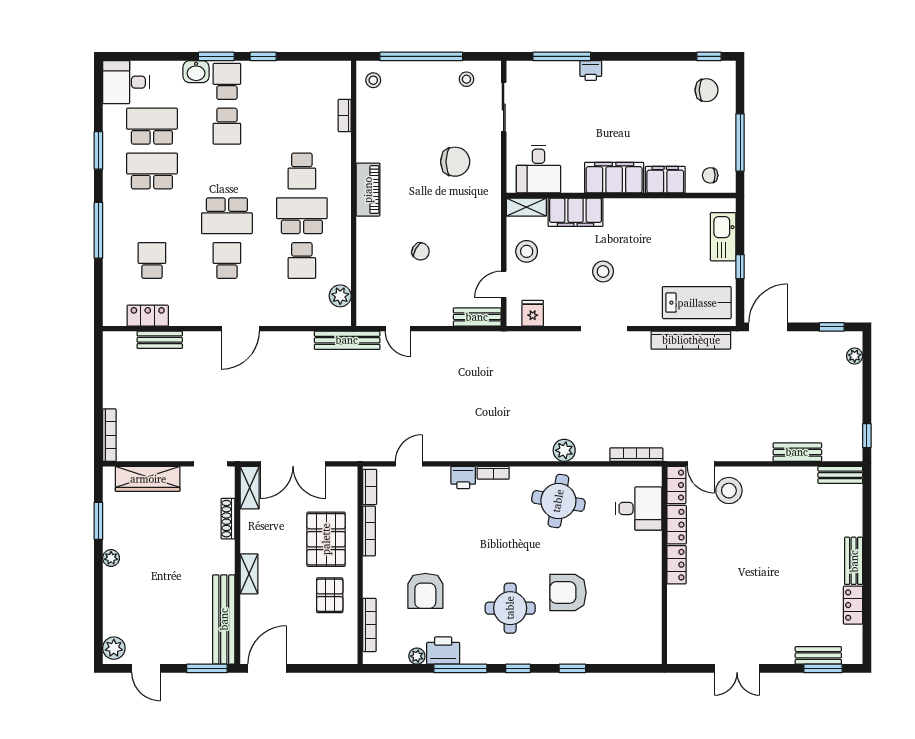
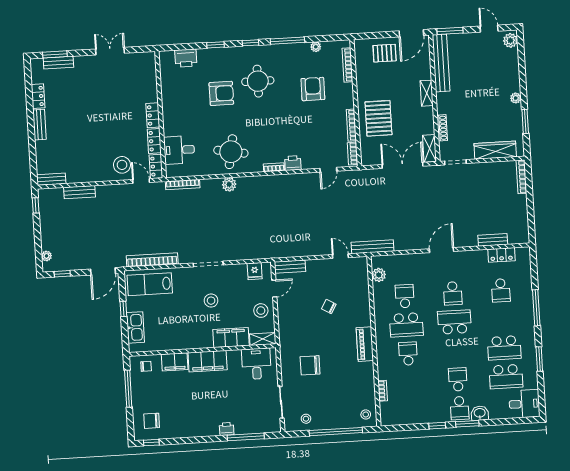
pallet: (330, 595) -> (385, 53), moved, turned 90
printer: (443, 651) -> (186, 58), moved

